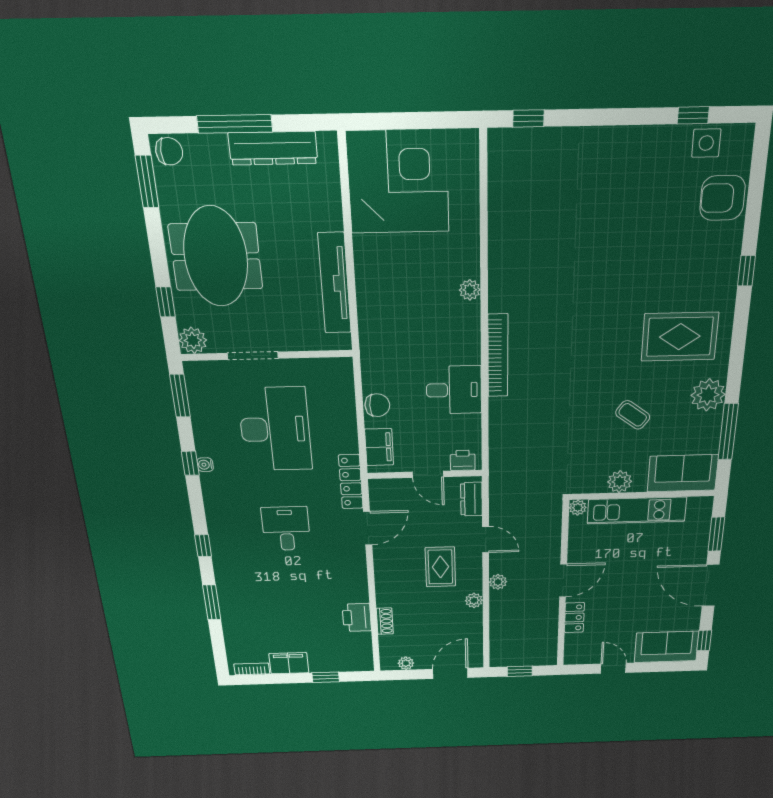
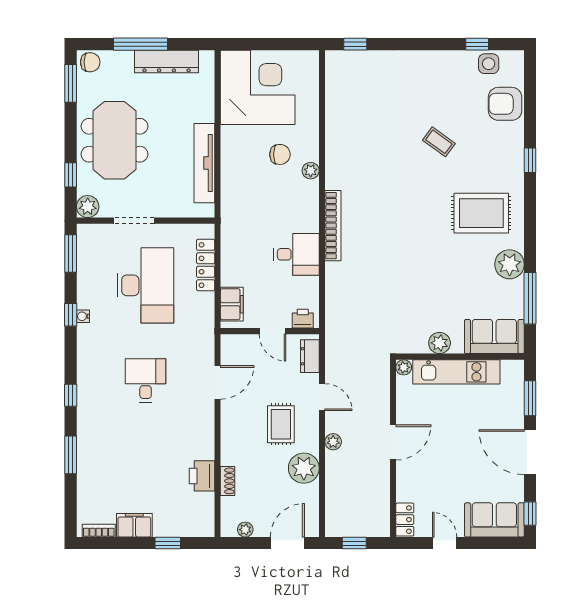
chair: (377, 405) -> (280, 154), moved
coffee table: (633, 415) -> (439, 142), moved
locker: (351, 482) -> (206, 265), moved
plant: (474, 600) -> (304, 468), width x1.88, depth x1.88
locker: (574, 618) -> (405, 520), moved

